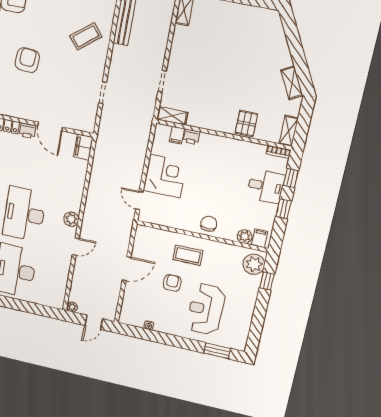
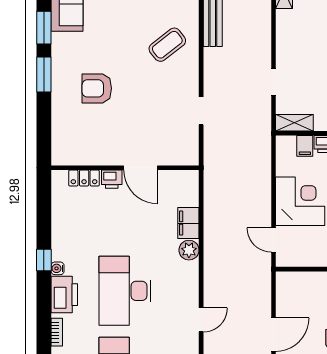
armchair: (27, 60) -> (97, 88), turned -95
filing cabinet: (83, 147) -> (188, 223), moved
plant: (71, 219) -> (189, 250), moved

